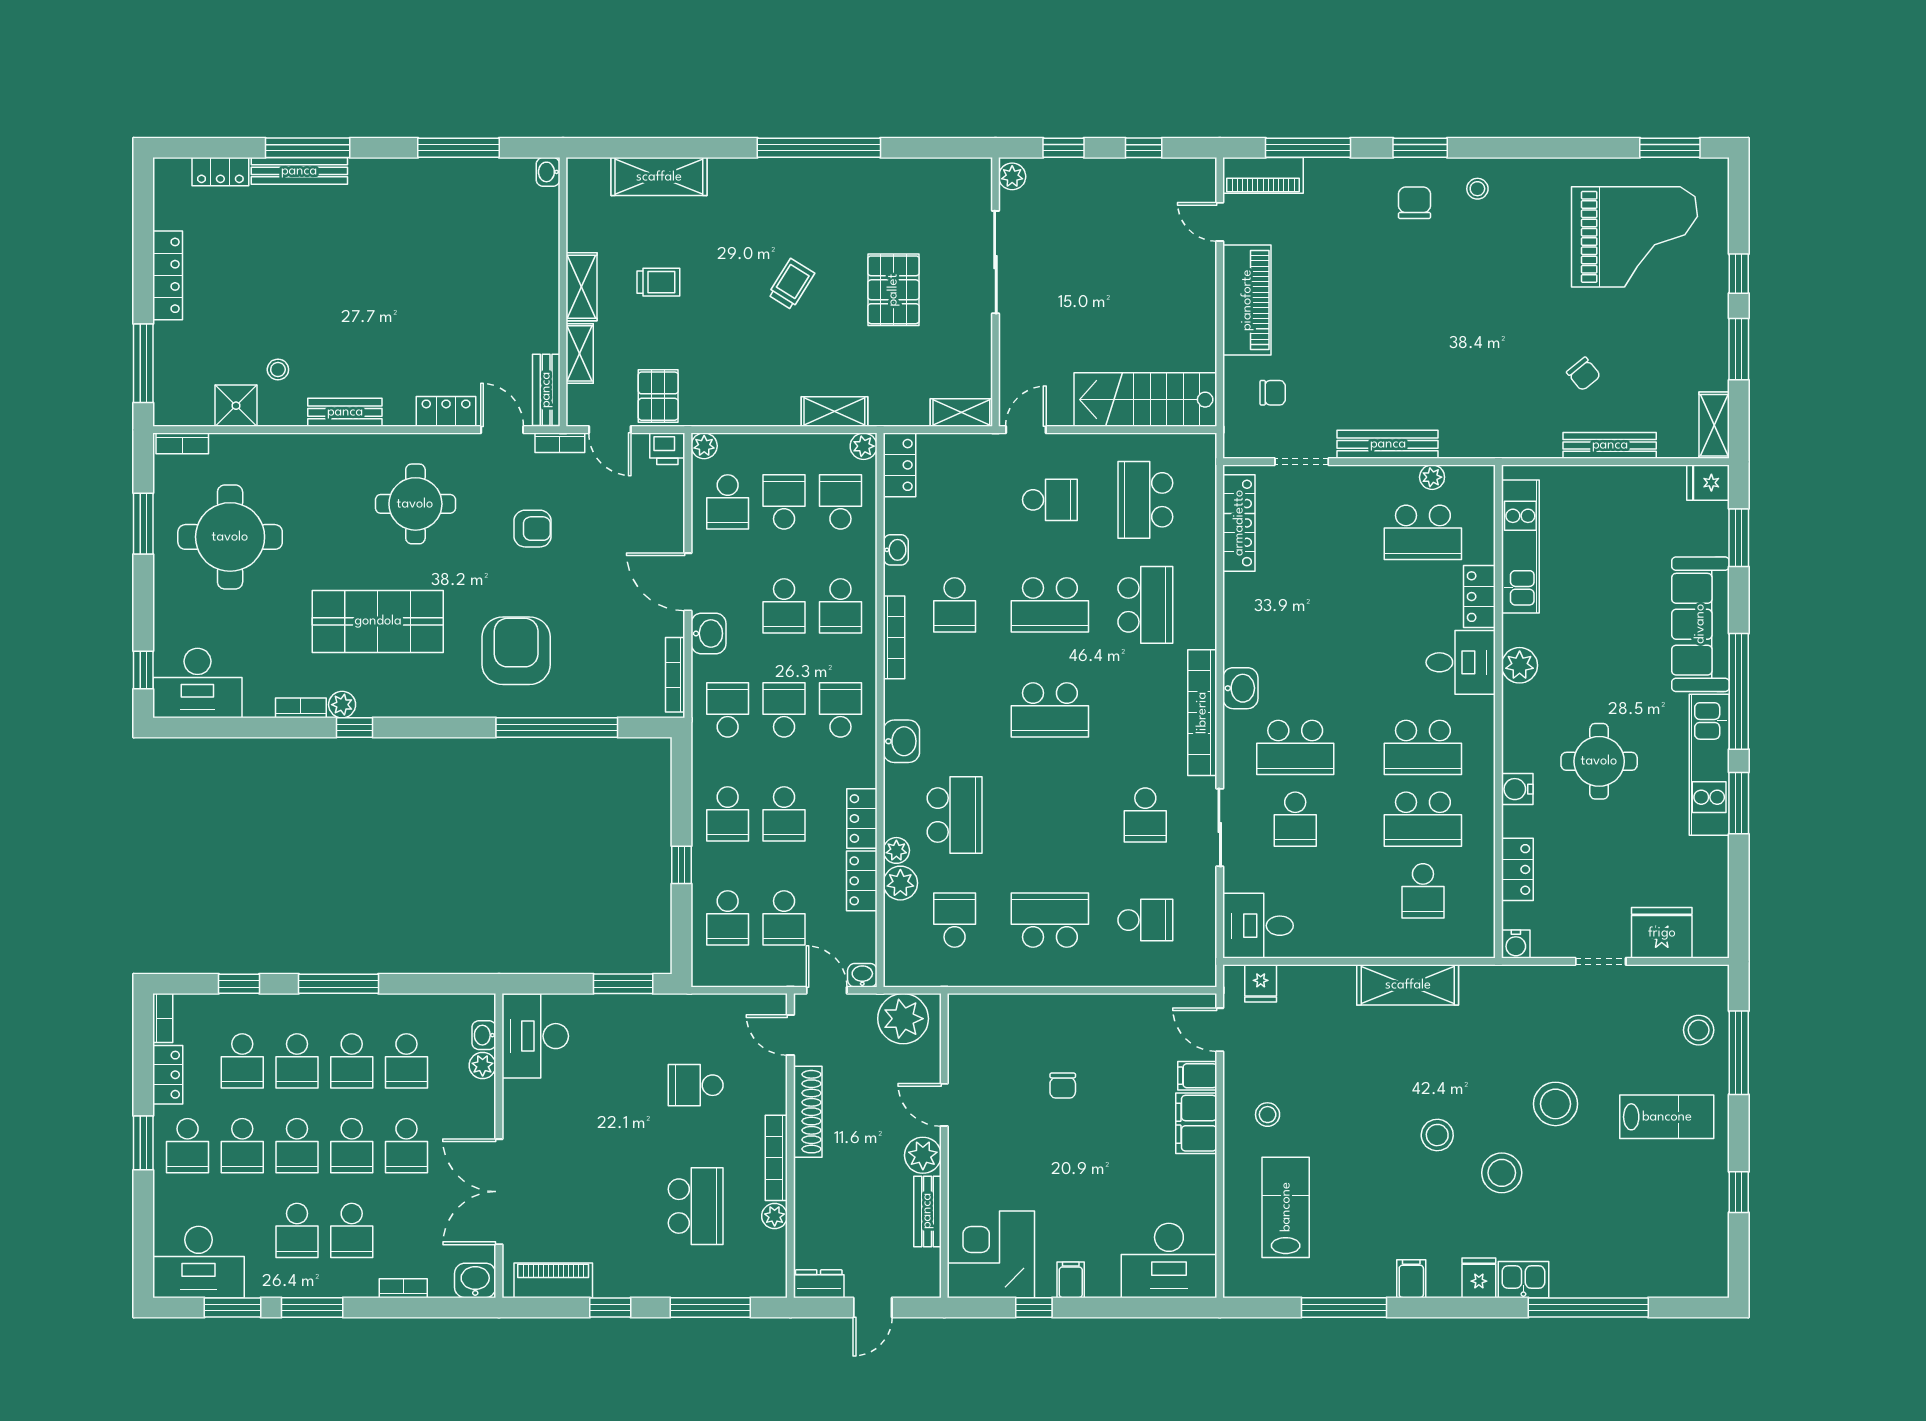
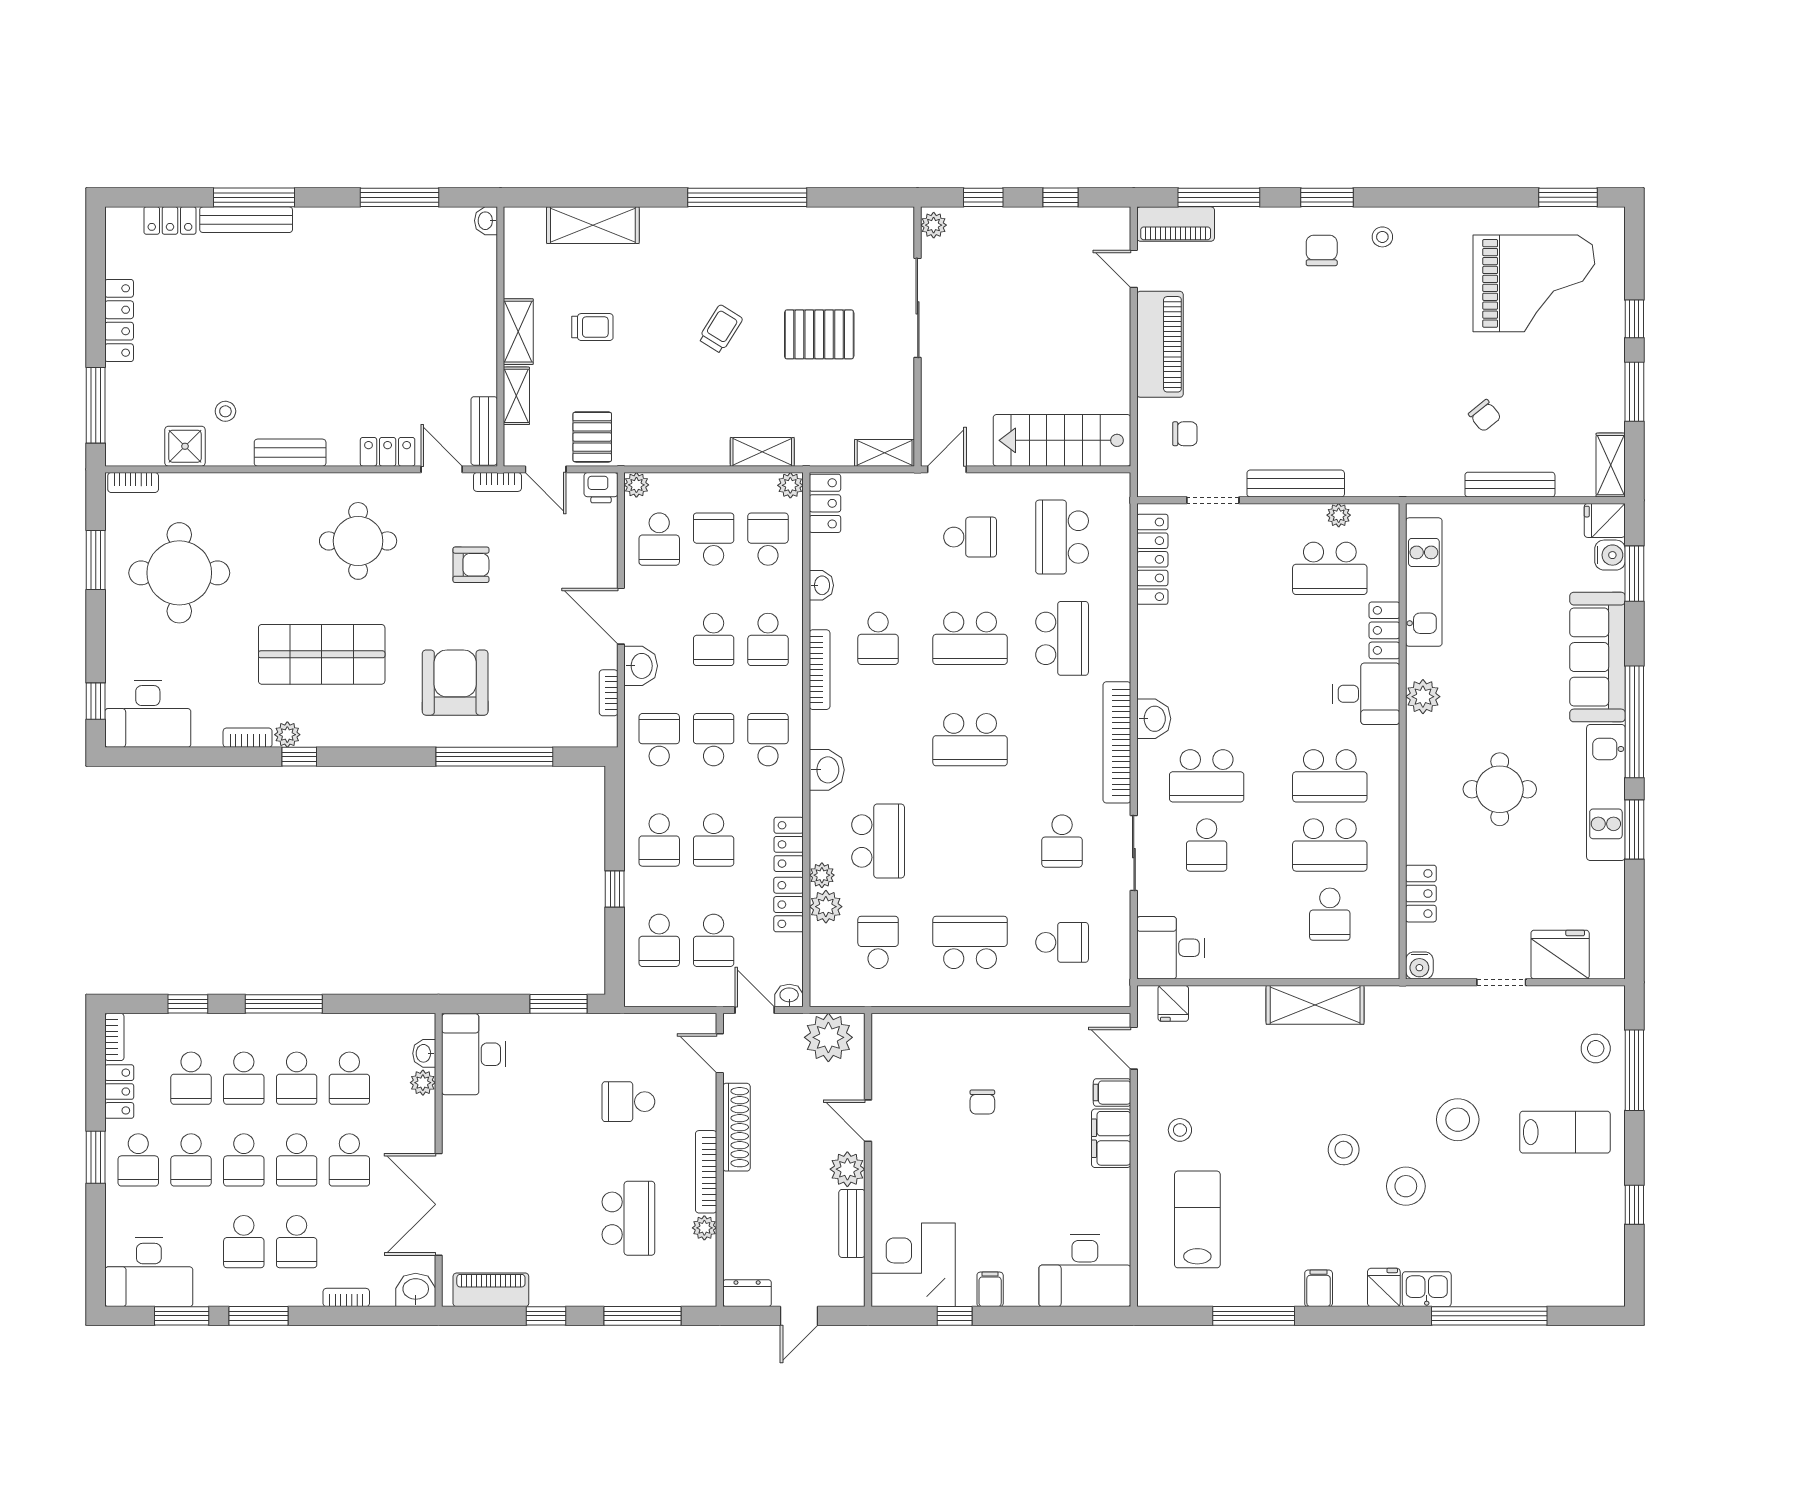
pallet: (893, 290) -> (819, 334), turned 90
bookcase: (675, 675) -> (609, 693), width x0.64
water cooler: (1517, 789) -> (1610, 555), moved, turned 180

